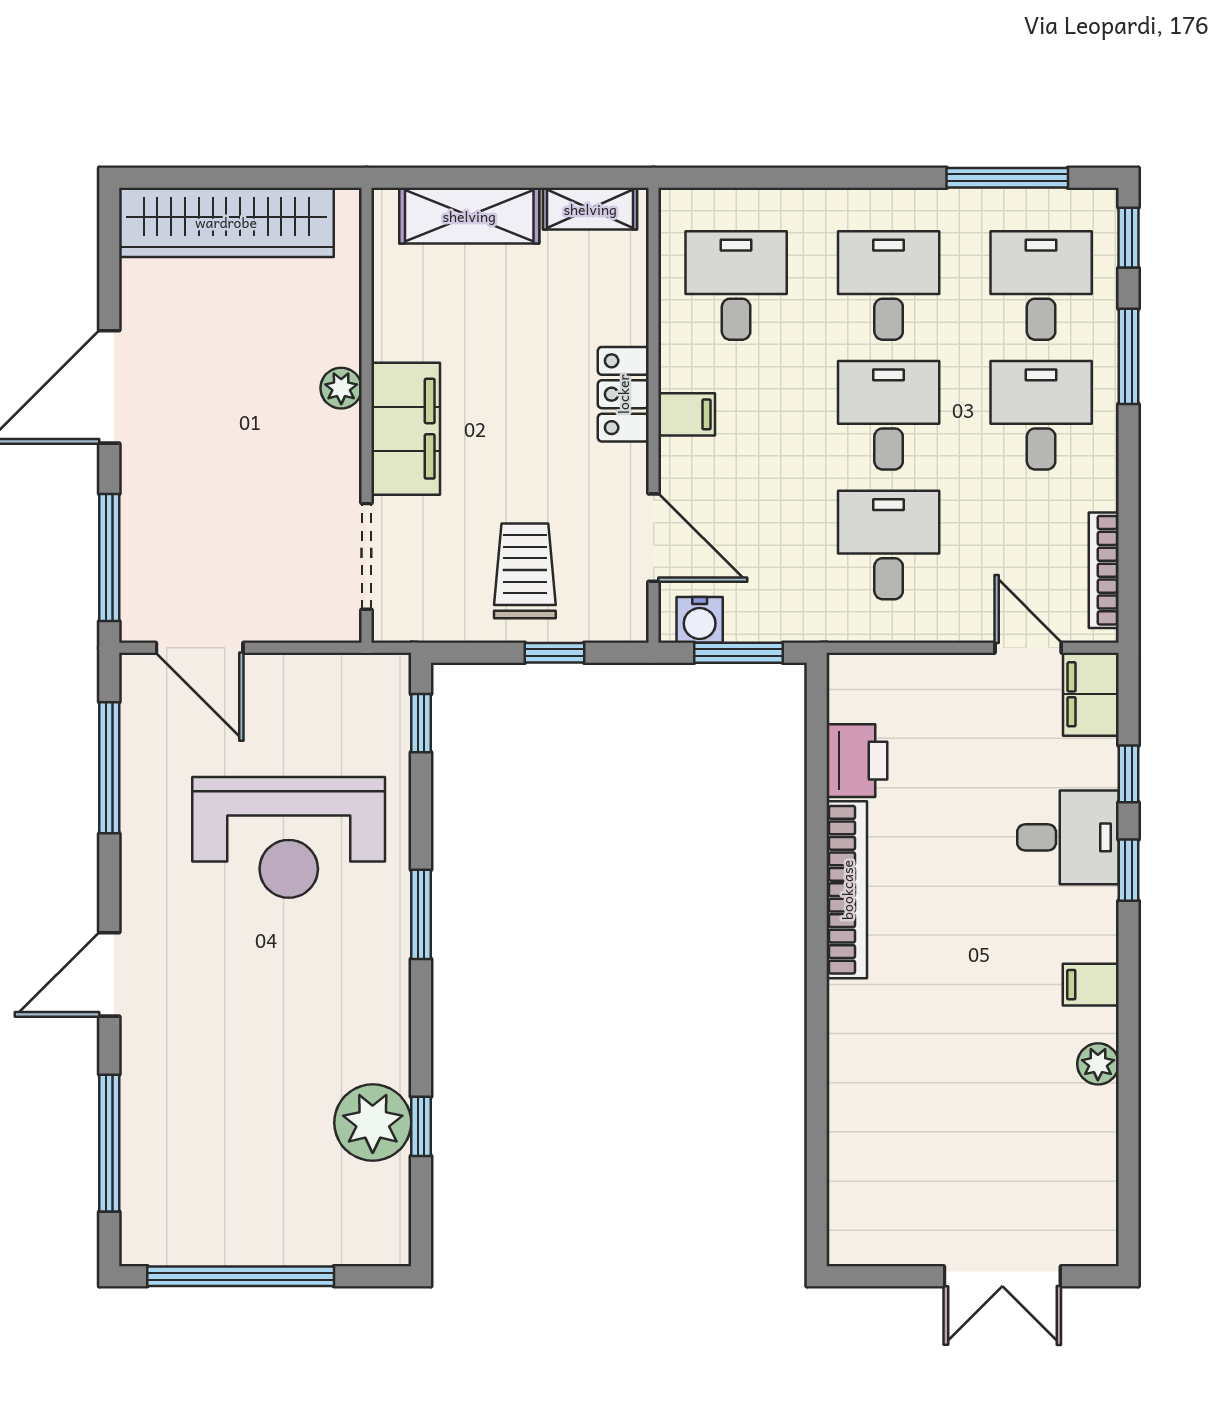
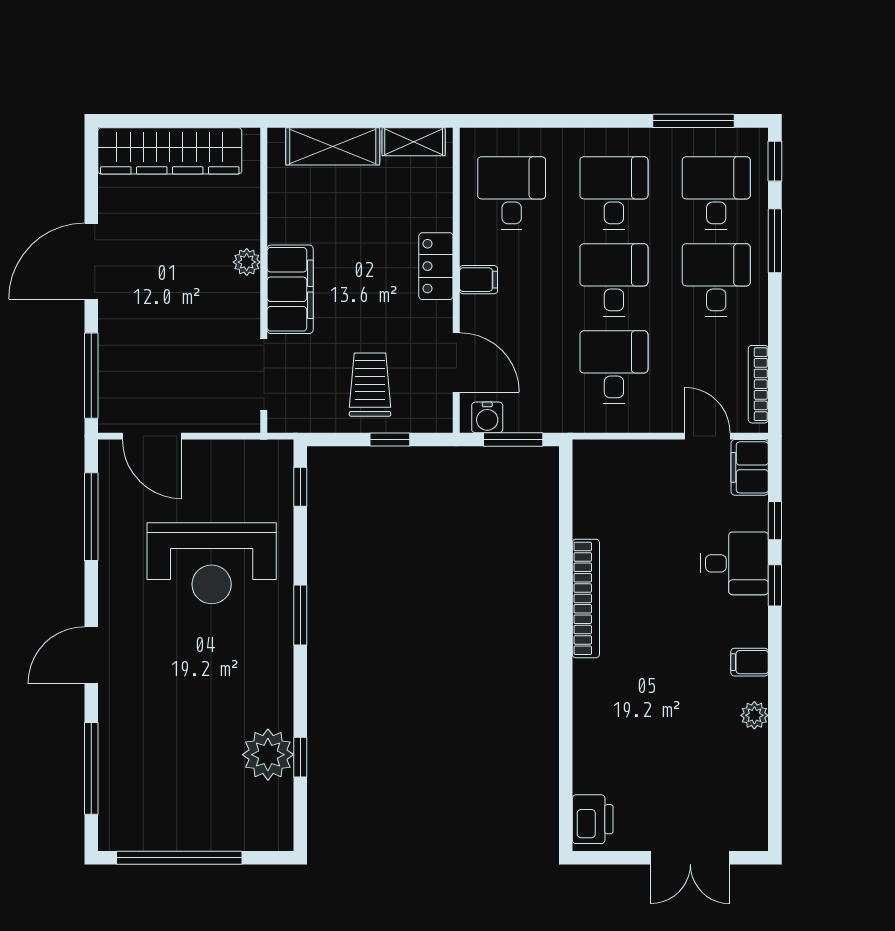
printer: (857, 761) -> (593, 819), moved

